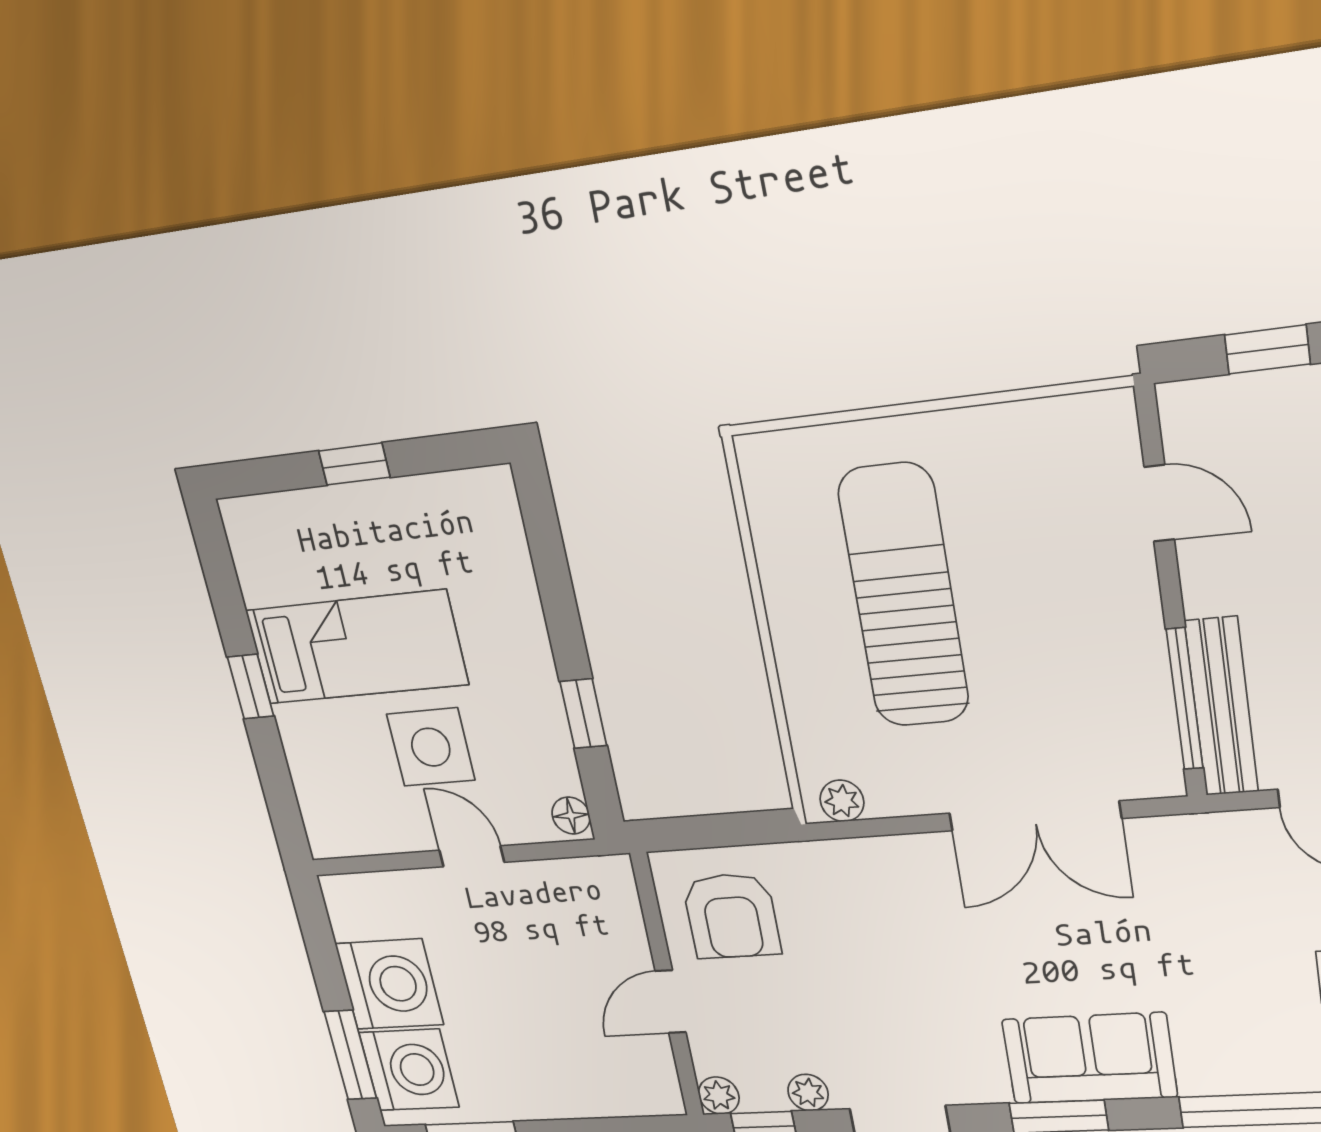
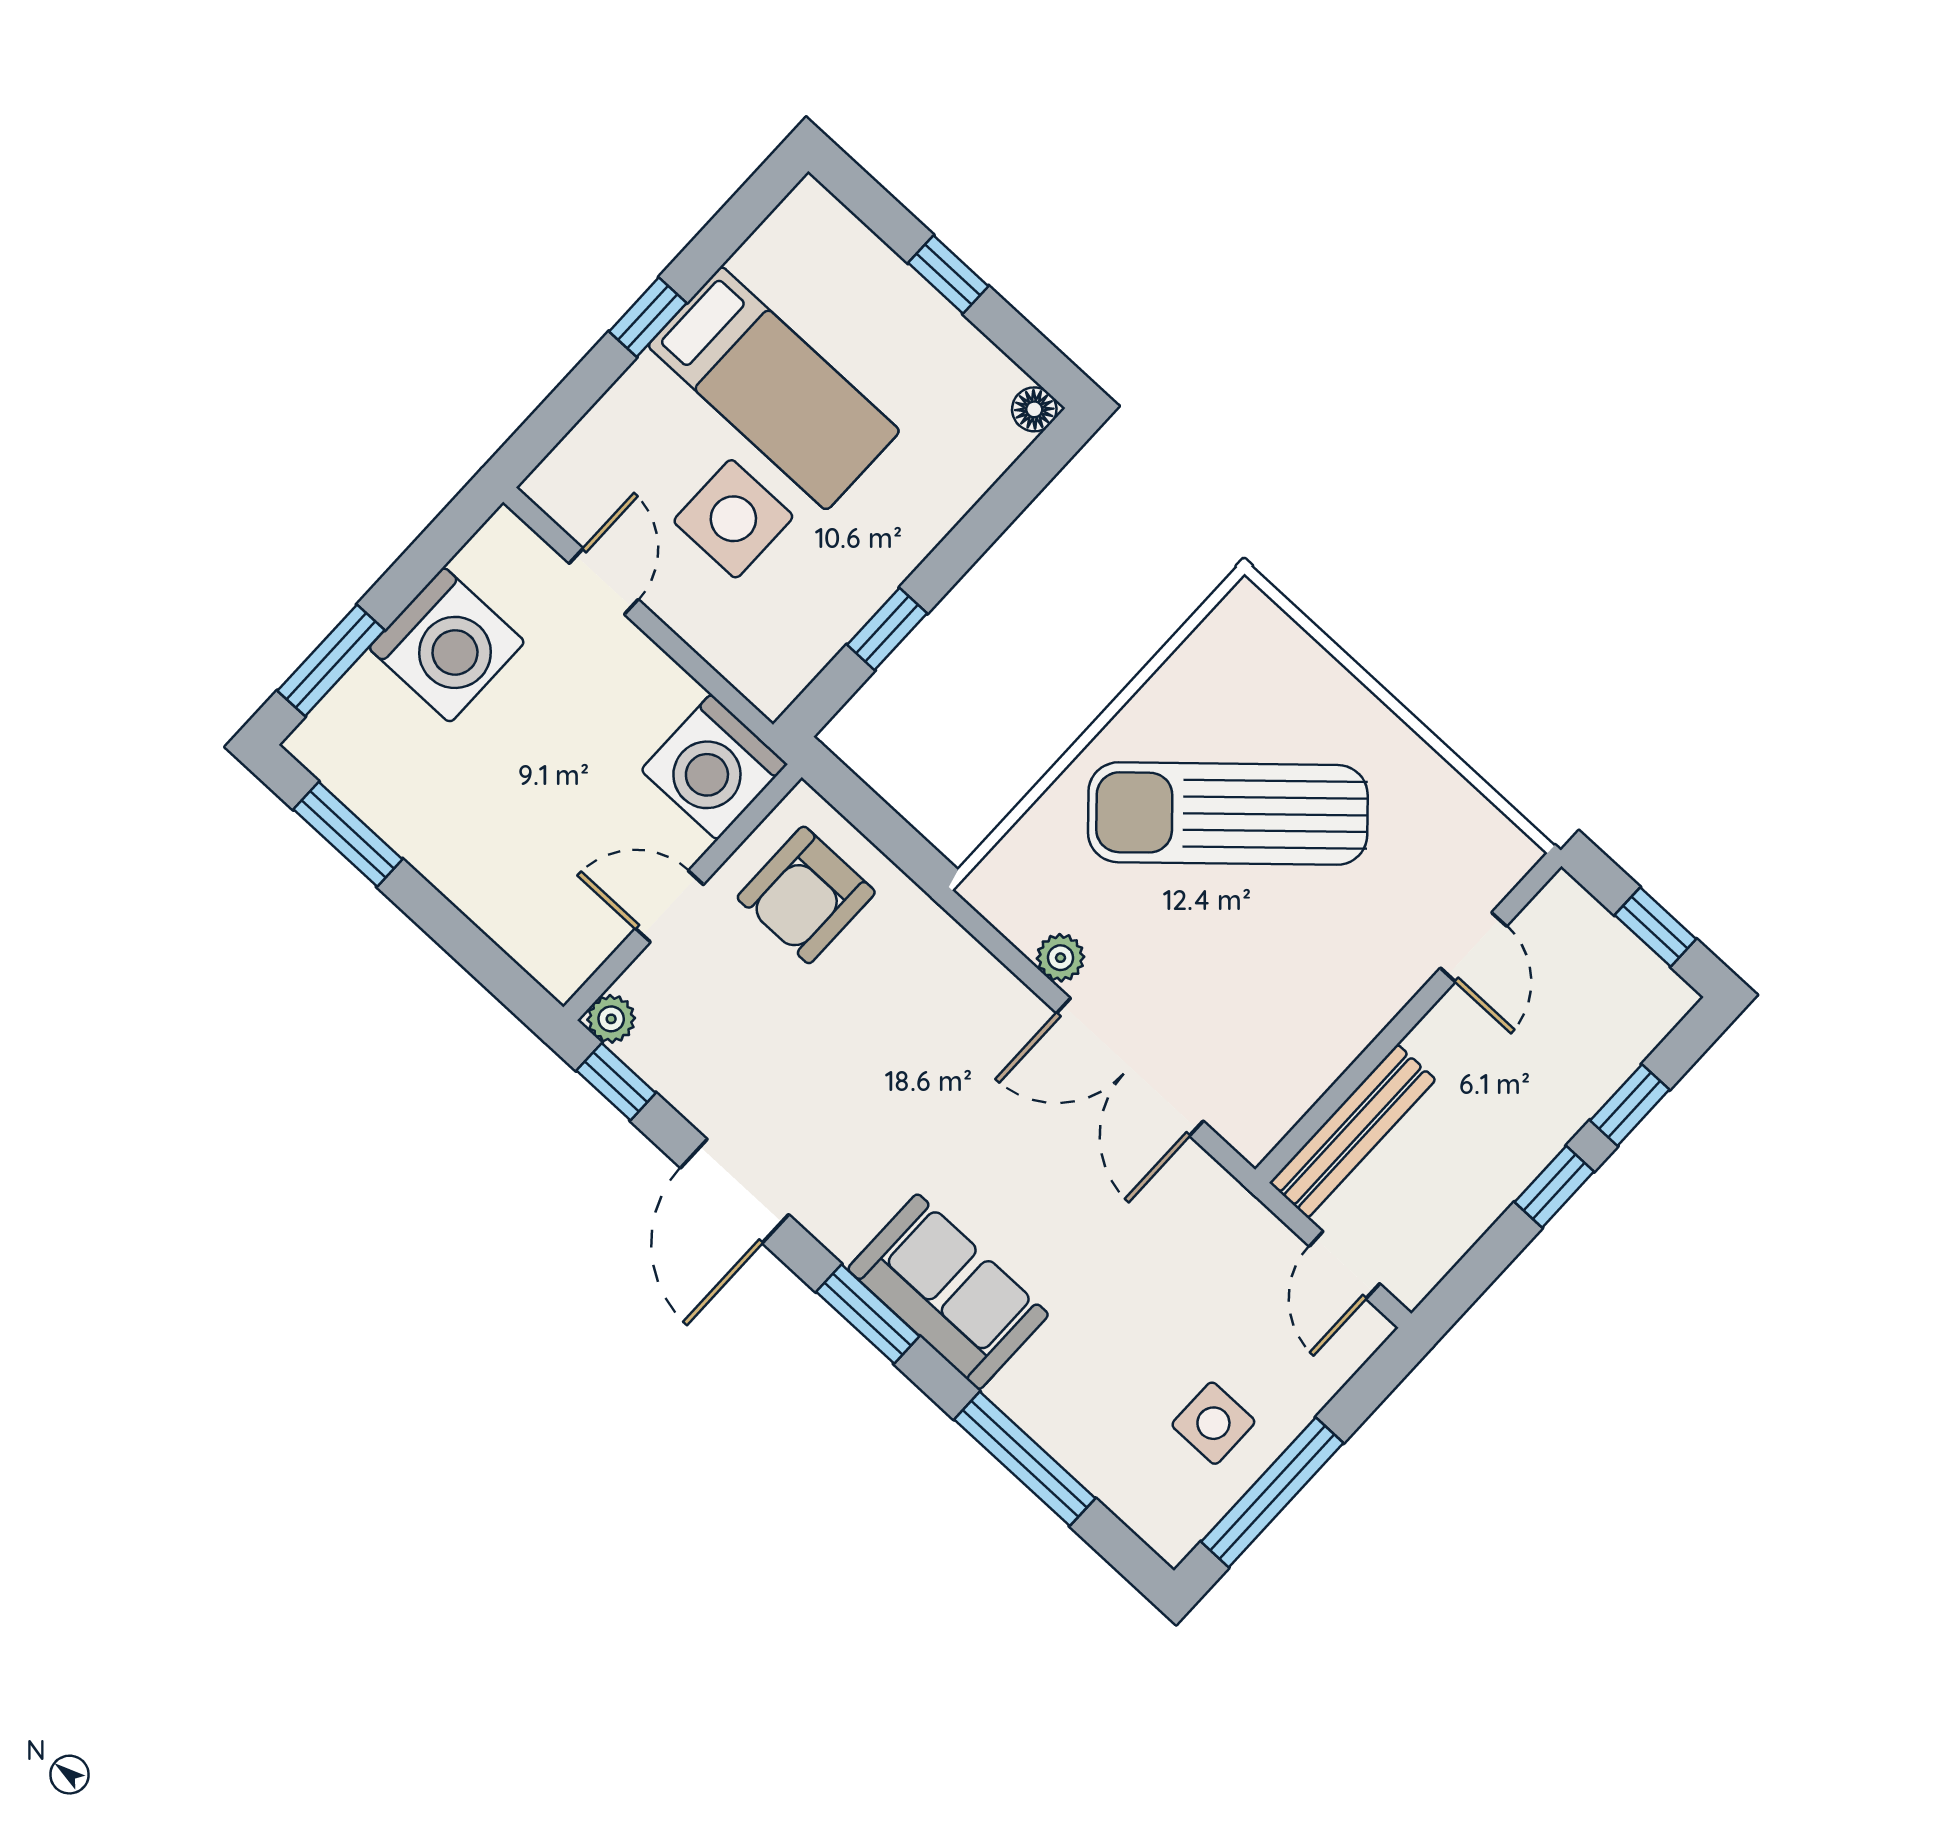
sun lounger: (904, 596) -> (1228, 814), turned -132
window: (1185, 699) -> (1334, 1098), removed
plant: (842, 801) -> (1061, 958), moved
floor lamp: (571, 816) -> (1034, 409), moved
door: (472, 856) -> (604, 581), moved
washing machine: (409, 1070) -> (714, 767), moved, turned 90
plant: (808, 1093) -> (689, 1092), removed

